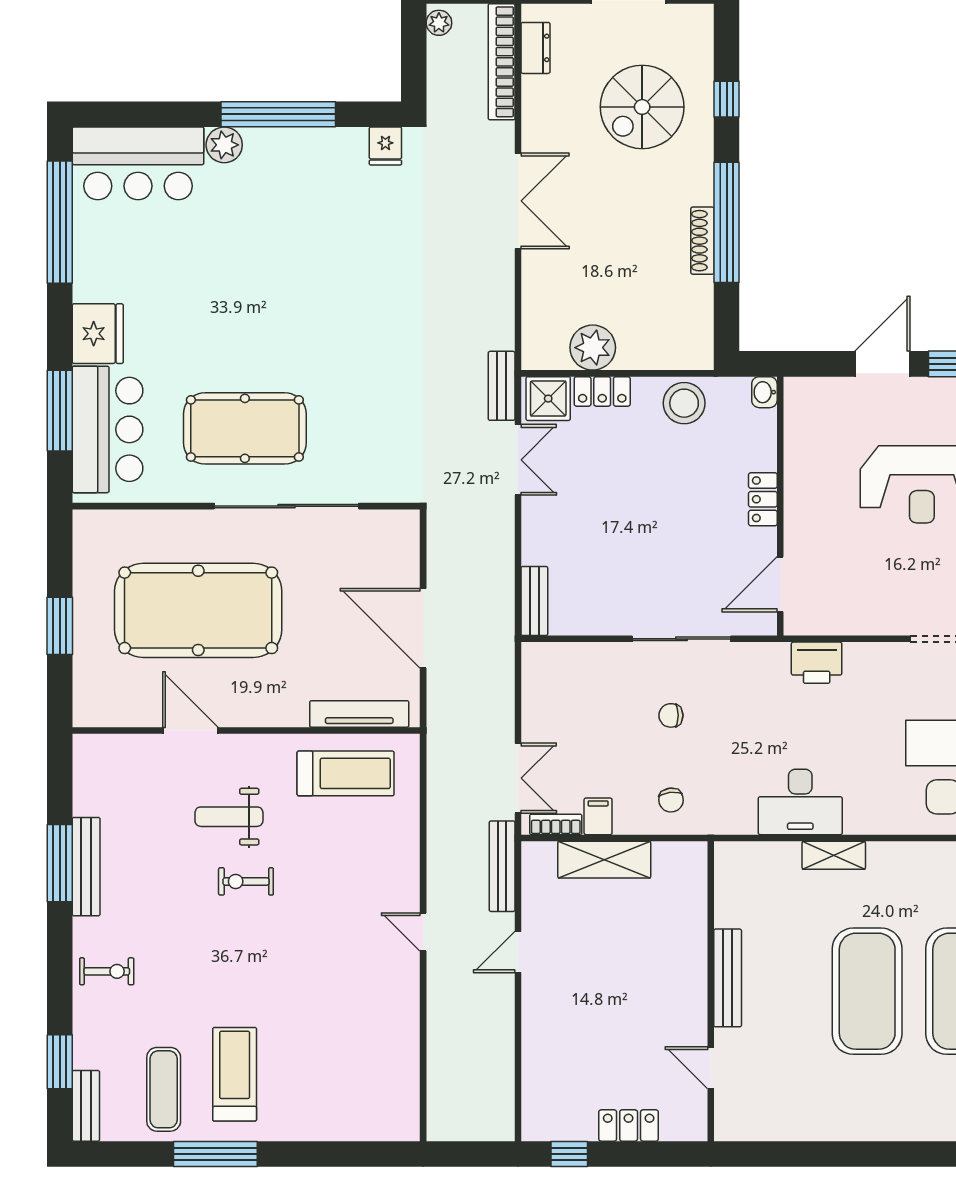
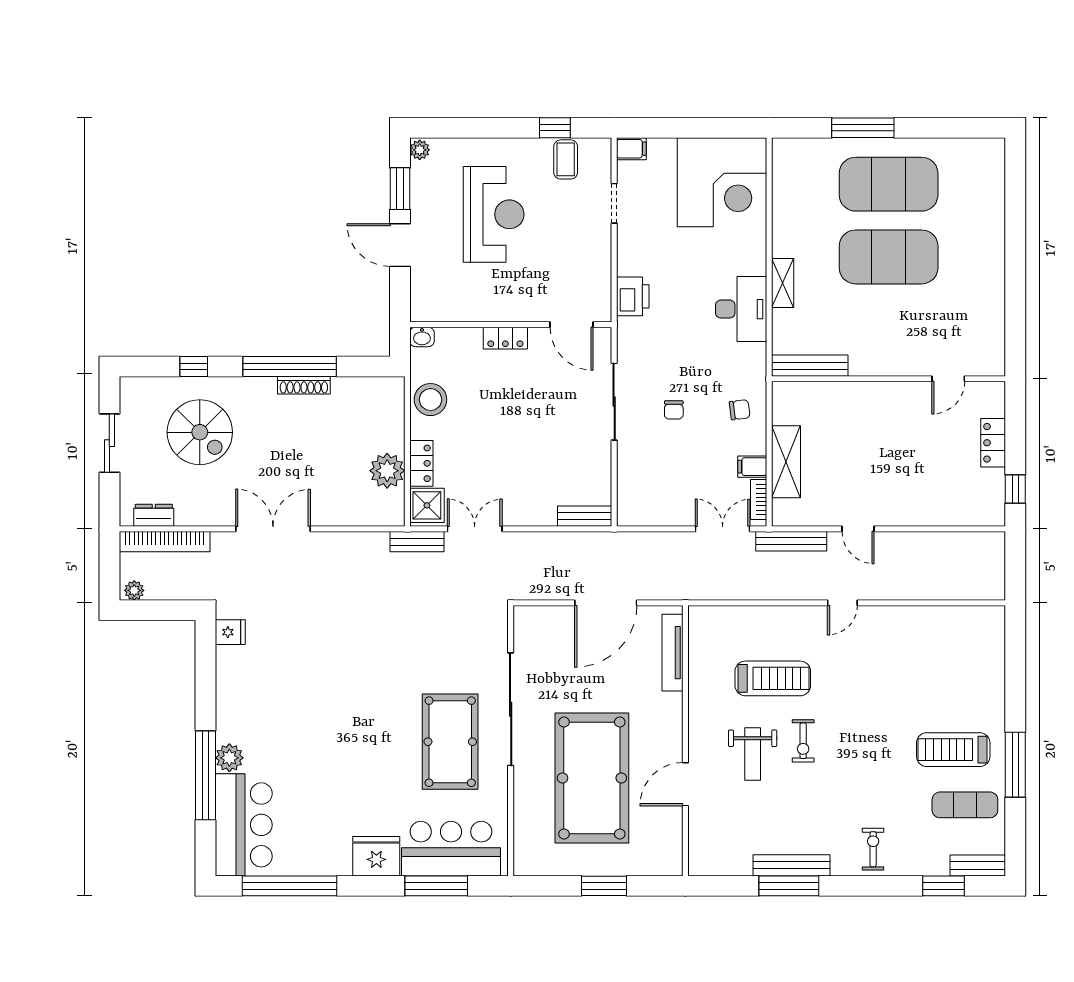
window: (278, 114) -> (205, 775), moved
treadmill: (346, 773) -> (773, 678), moved, turned 90
bench: (728, 978) -> (810, 366), moved

